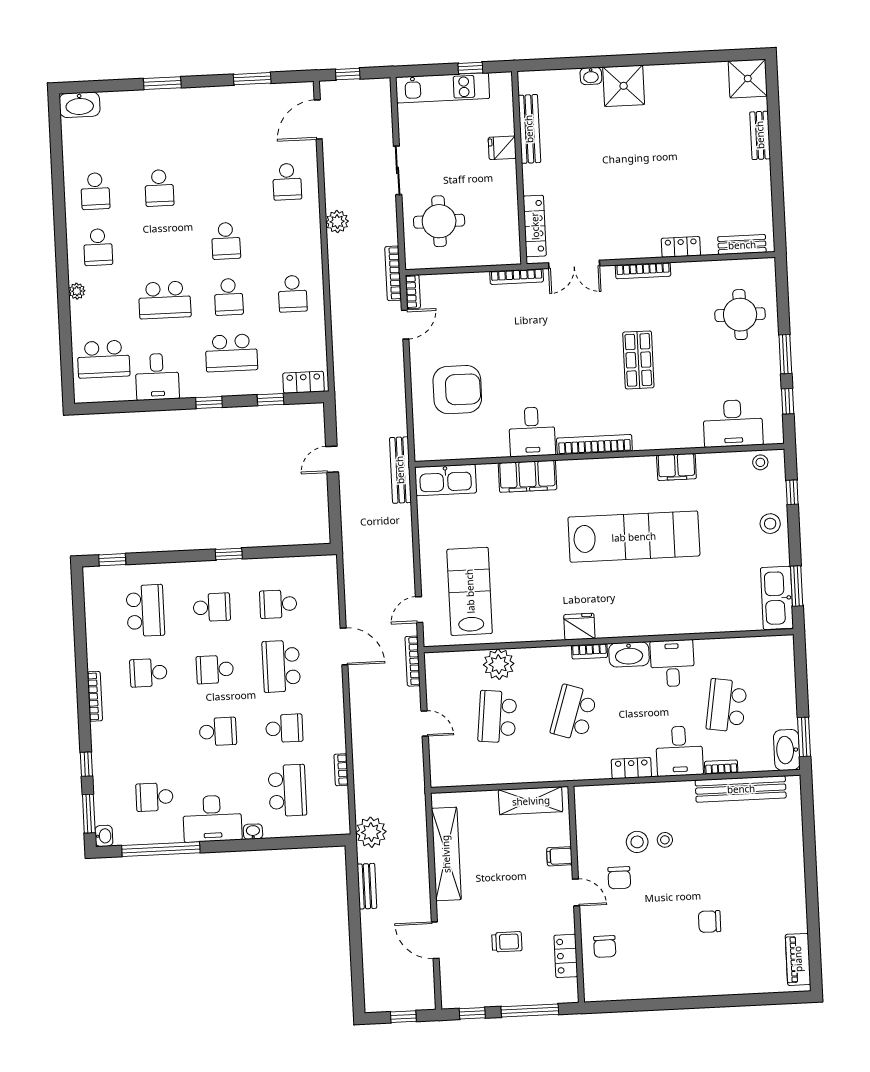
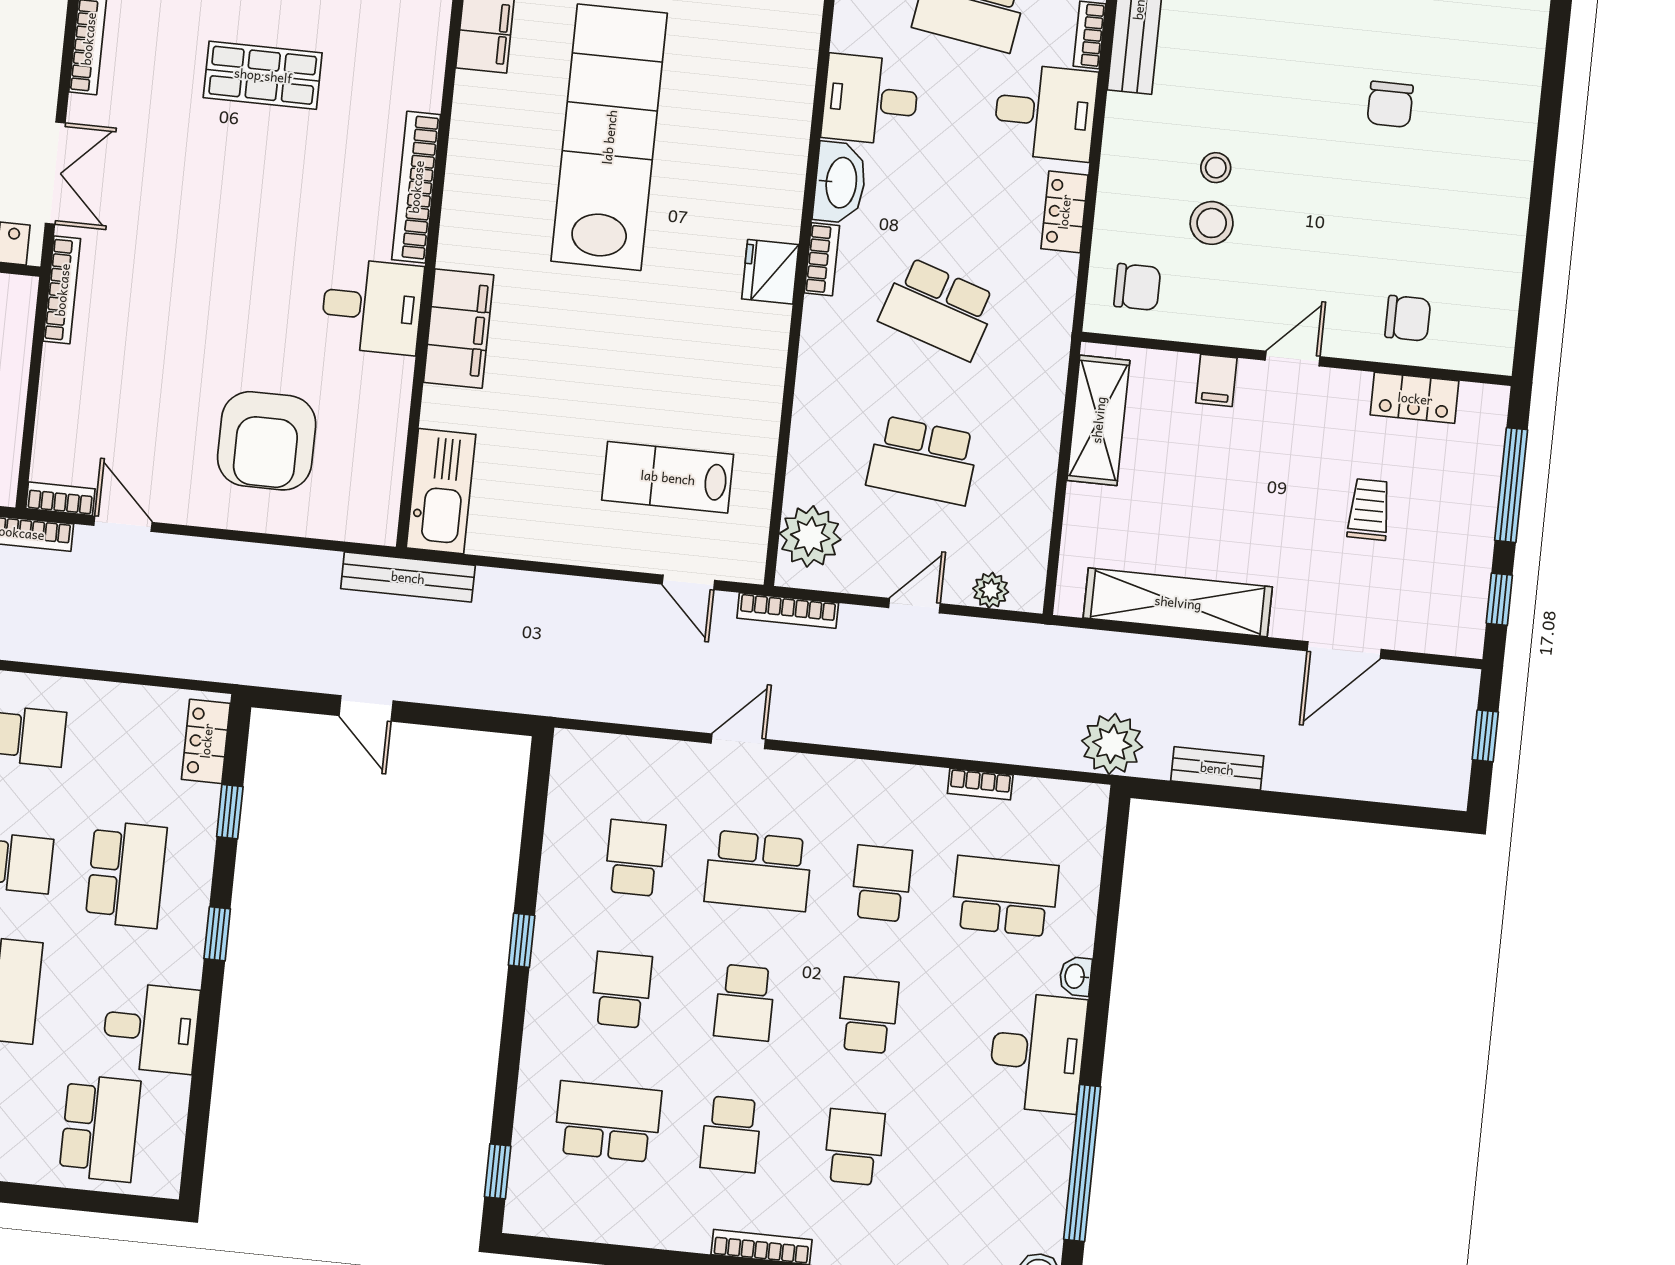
armchair: (457, 390) -> (267, 441), turned 180
lab bench: (470, 591) -> (668, 477), width x0.73, depth x0.72
school desk: (278, 604) -> (635, 858), turned 180
door: (344, 646) -> (738, 741), width x0.73
plant: (499, 664) -> (810, 536), moved
plant: (438, 760) -> (991, 590), added
school desk: (154, 797) -> (854, 1147), moved, turned 180
chair: (619, 878) -> (1137, 287), moved

